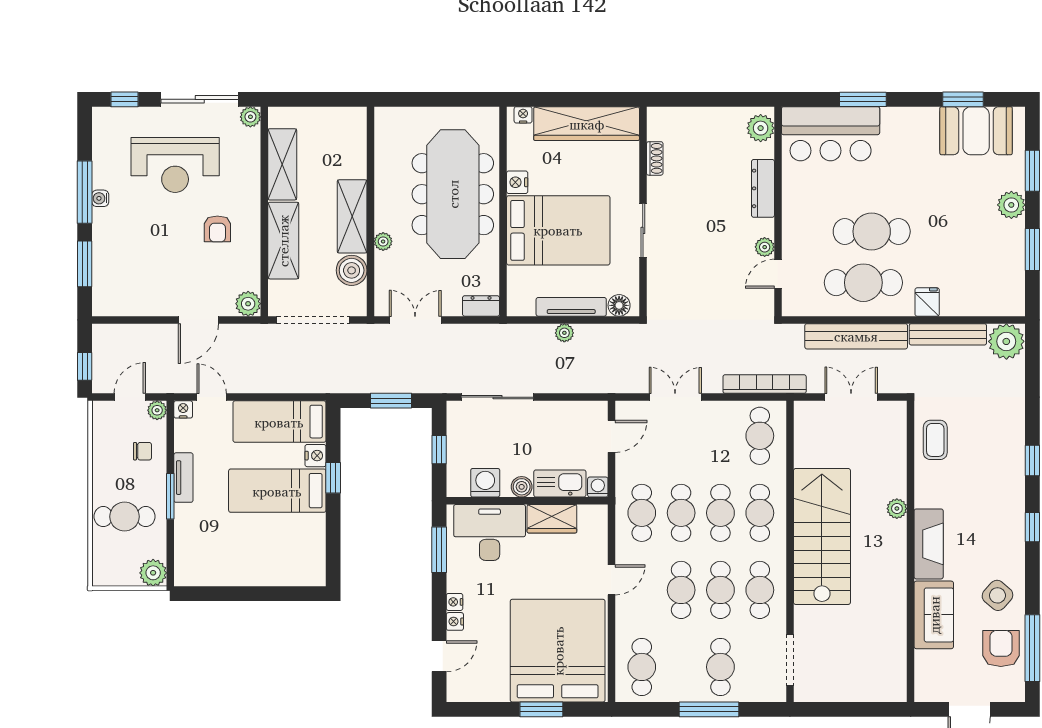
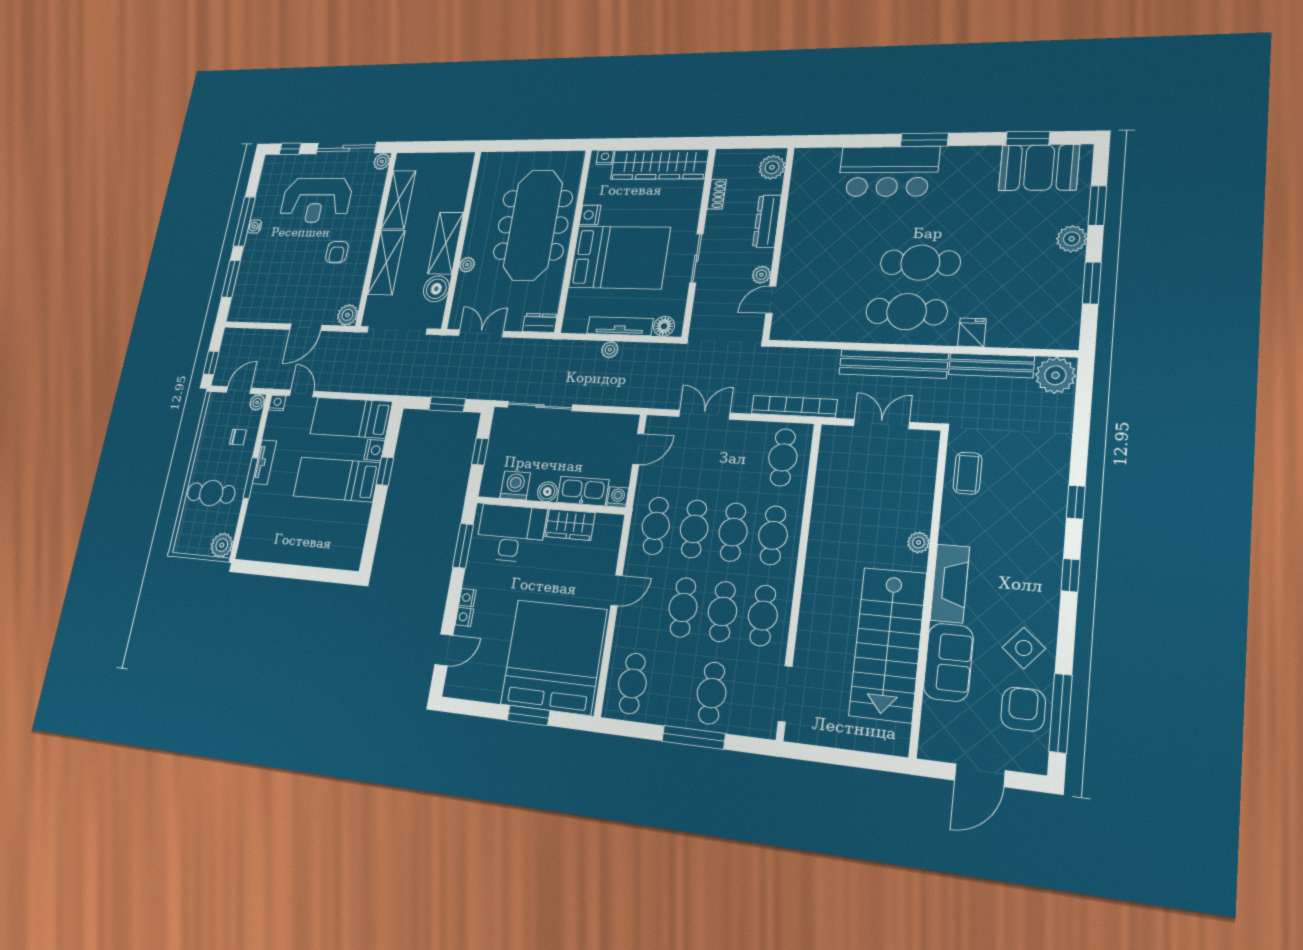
plant: (761, 128) -> (772, 167), moved
dresser: (763, 188) -> (767, 221), moved
wall: (778, 211) -> (778, 242), moved
plant: (765, 247) -> (761, 275), moved
door: (778, 274) -> (771, 300), moved
stairs: (822, 536) -> (888, 644), moved, turned 180

